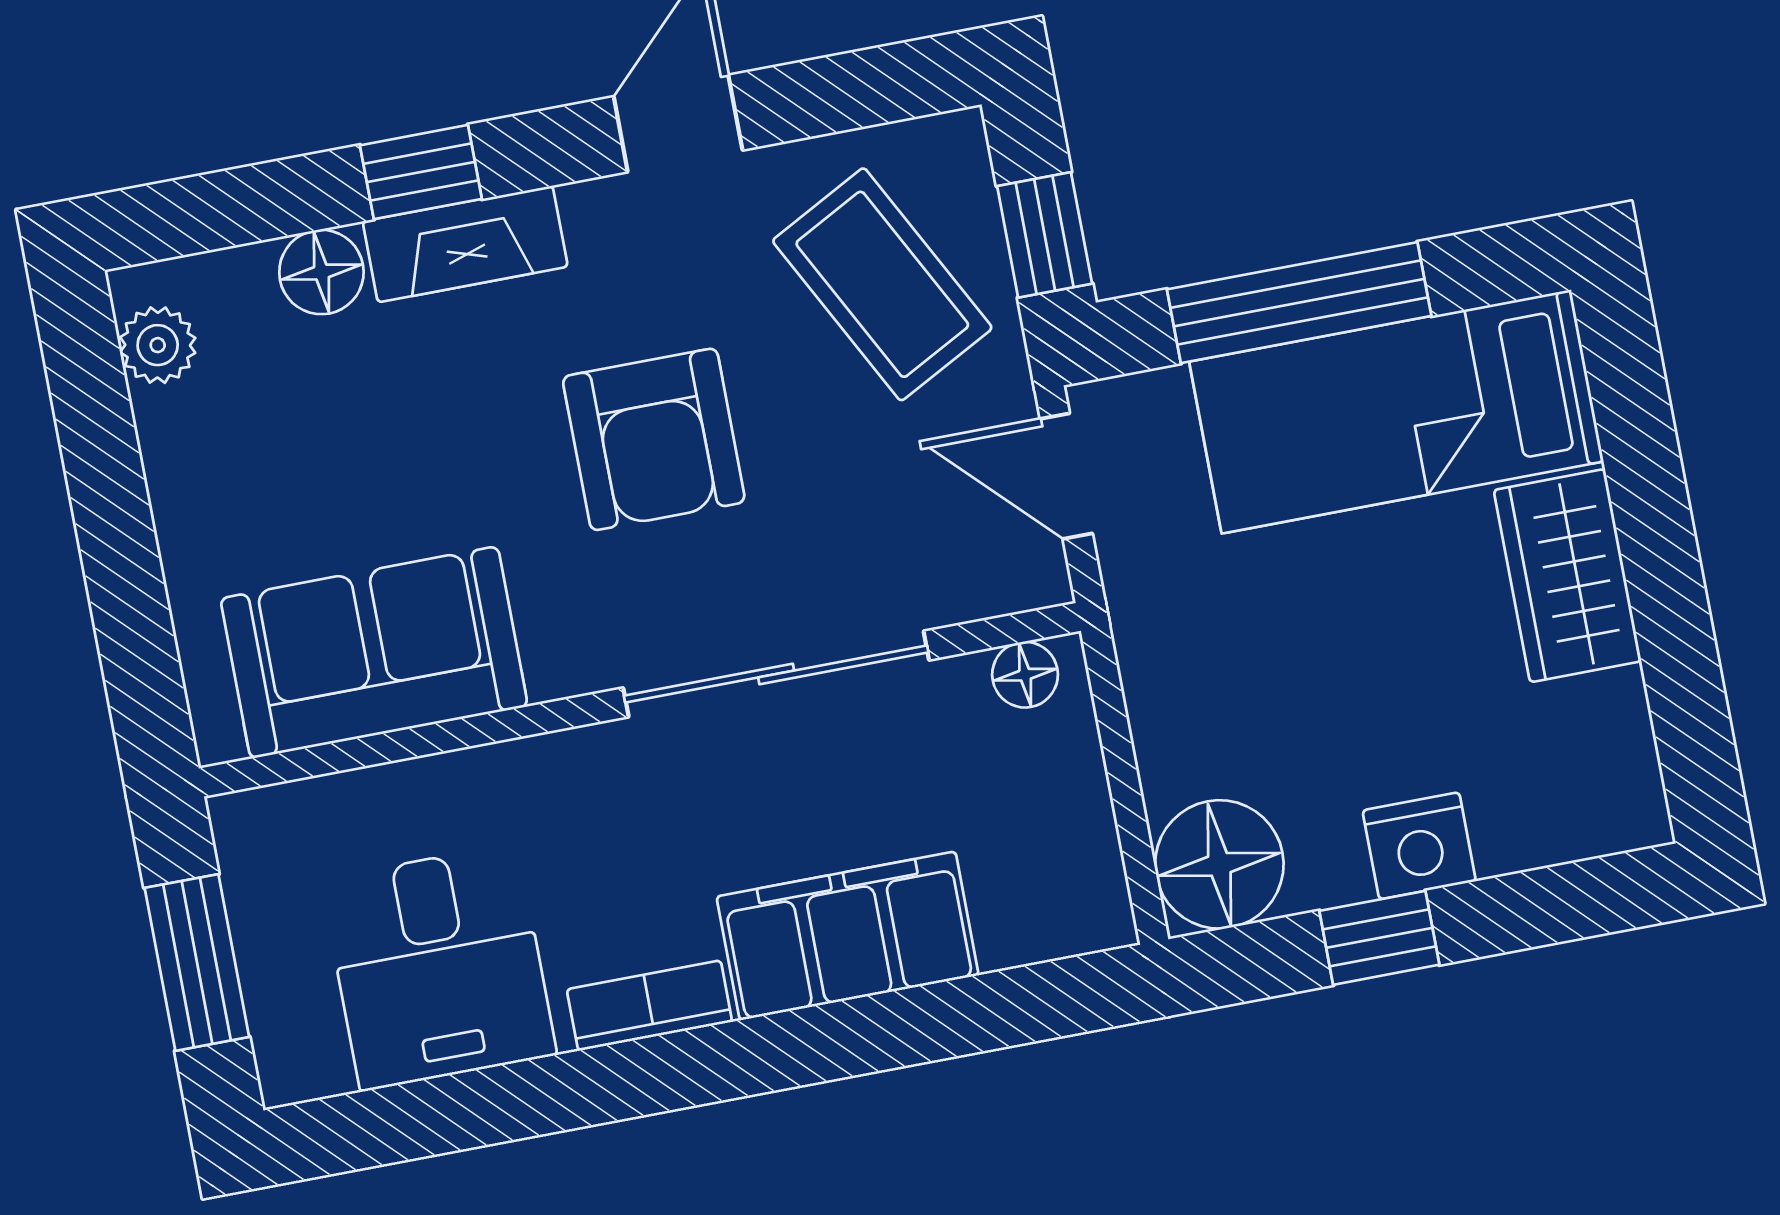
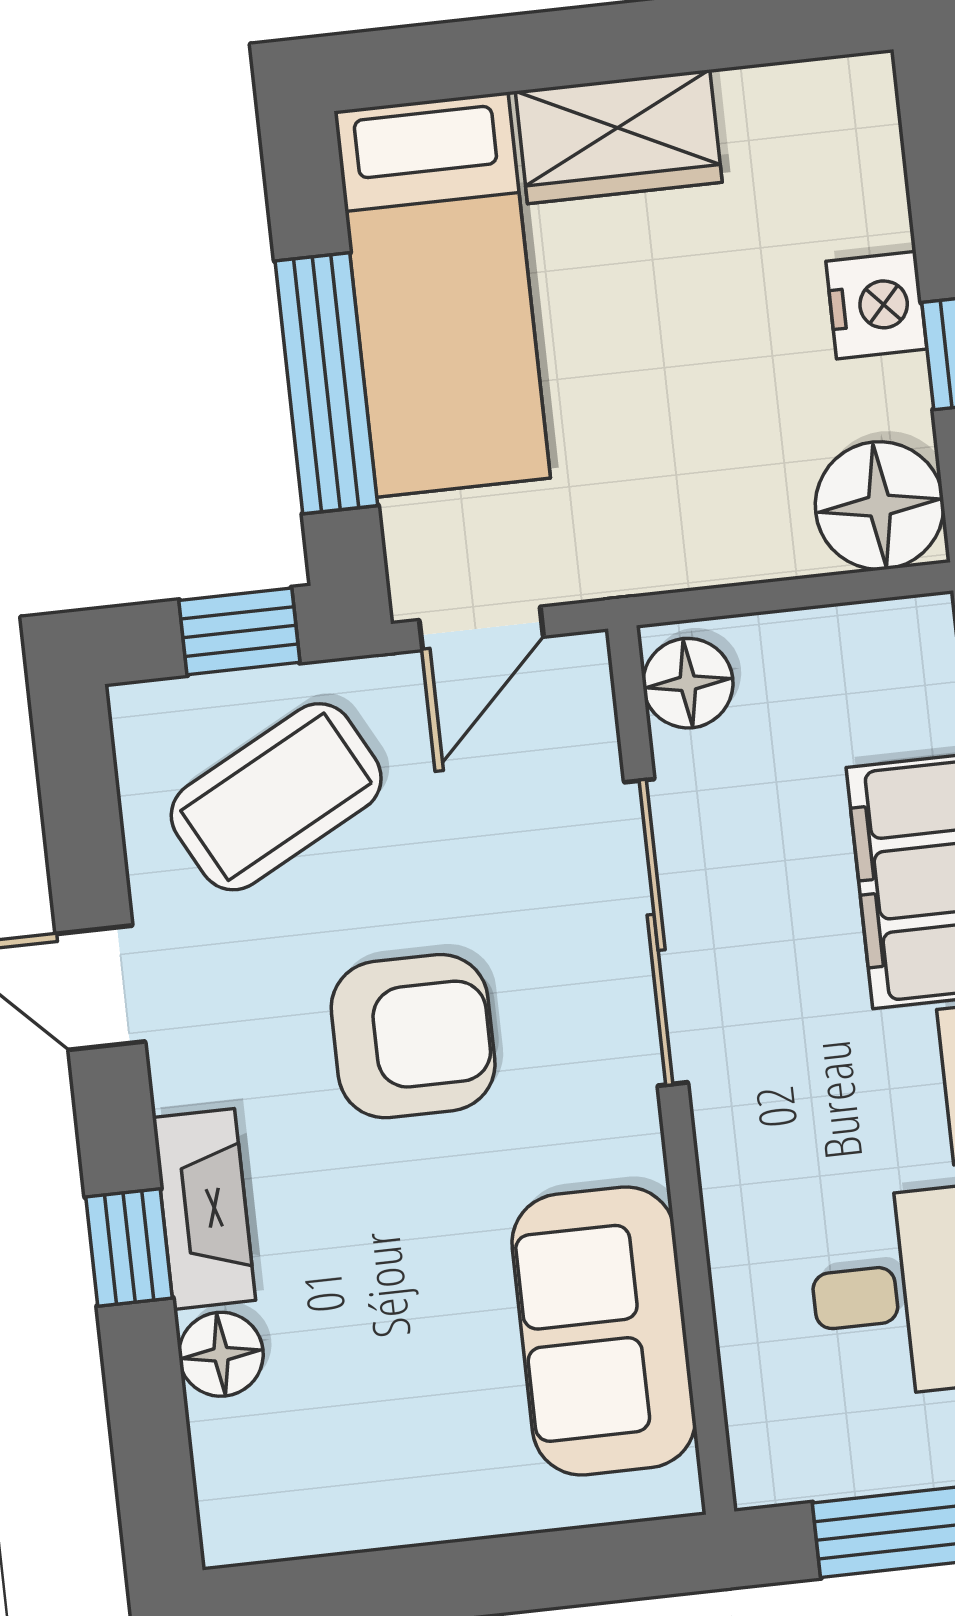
plant: (158, 345) -> (281, 1523), removed
floor lamp: (1025, 675) -> (688, 683), width x1.37, depth x1.37

